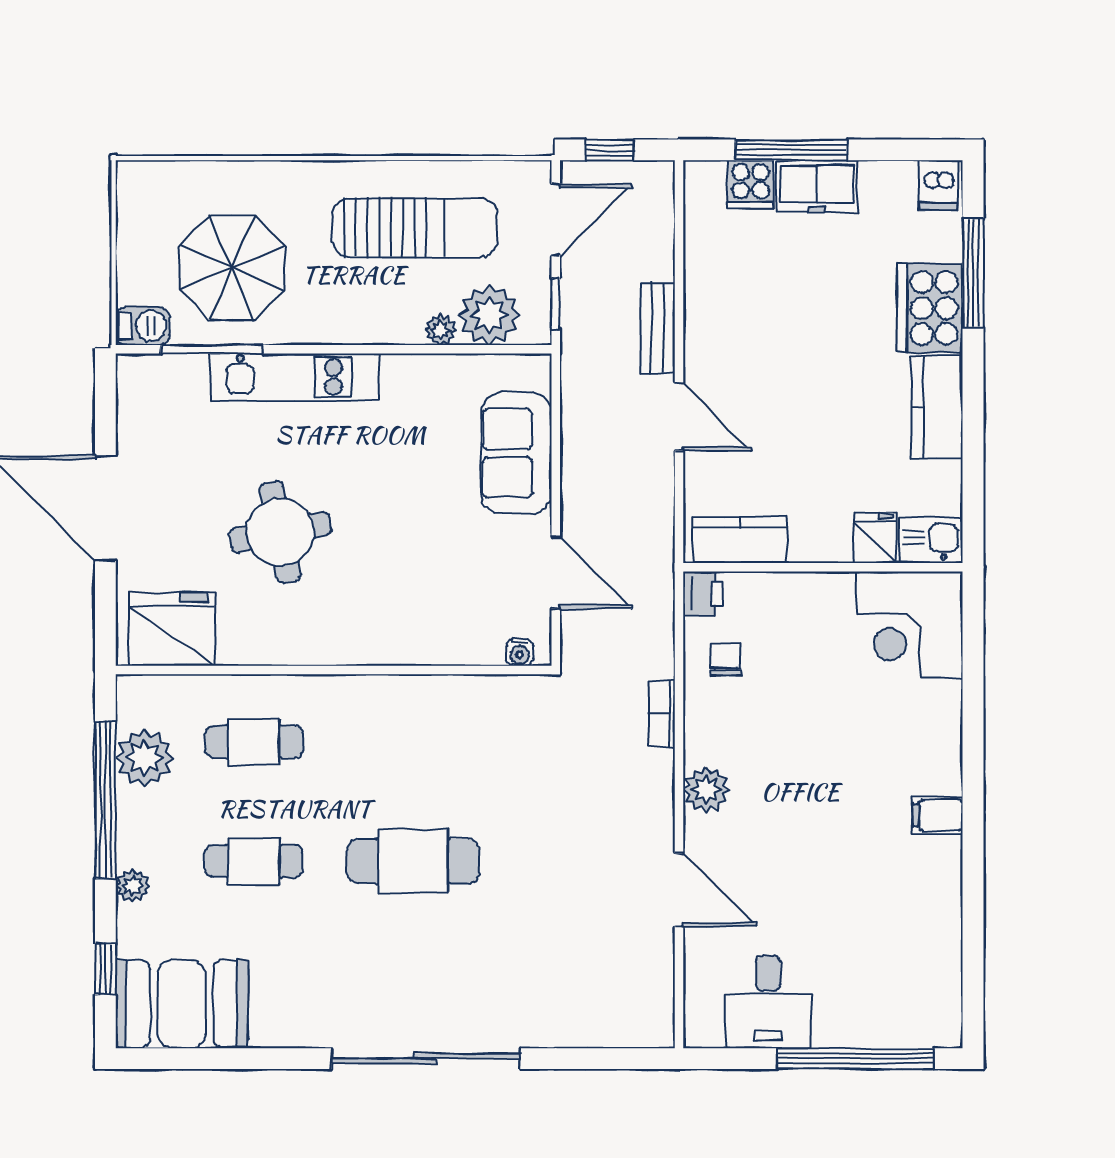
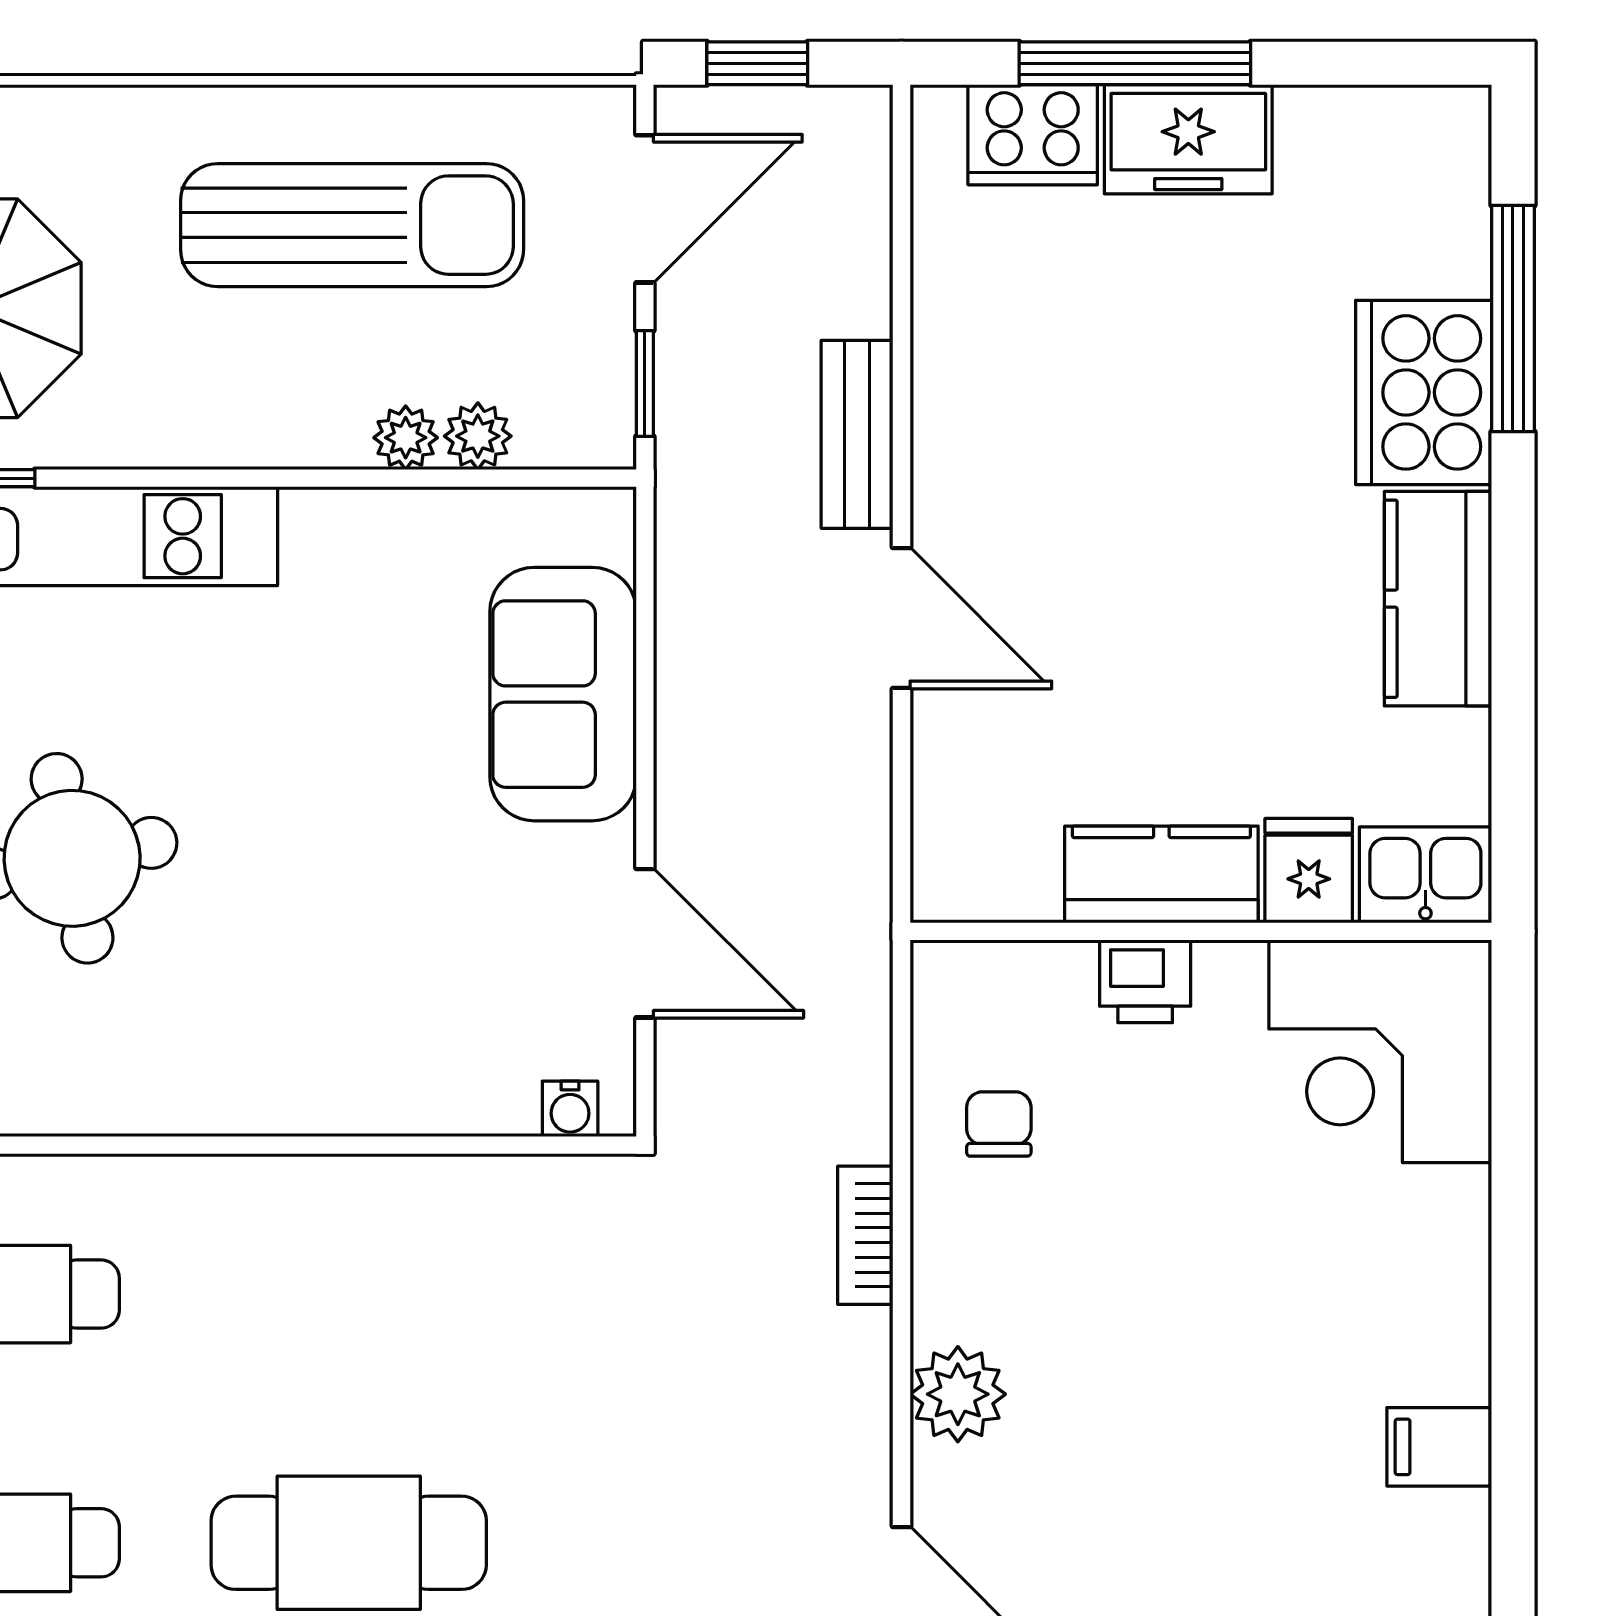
cooker: (750, 184) -> (1033, 135), width x1.36
dishwasher: (939, 185) -> (1442, 137), removed
plant: (489, 315) -> (478, 436), width x0.53, depth x0.53
kitchen counter: (740, 540) -> (1161, 874), moved
printer: (703, 593) -> (1145, 981), moved, turned 90

